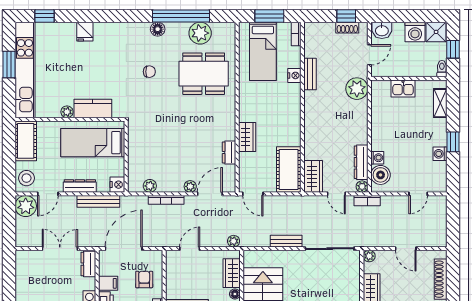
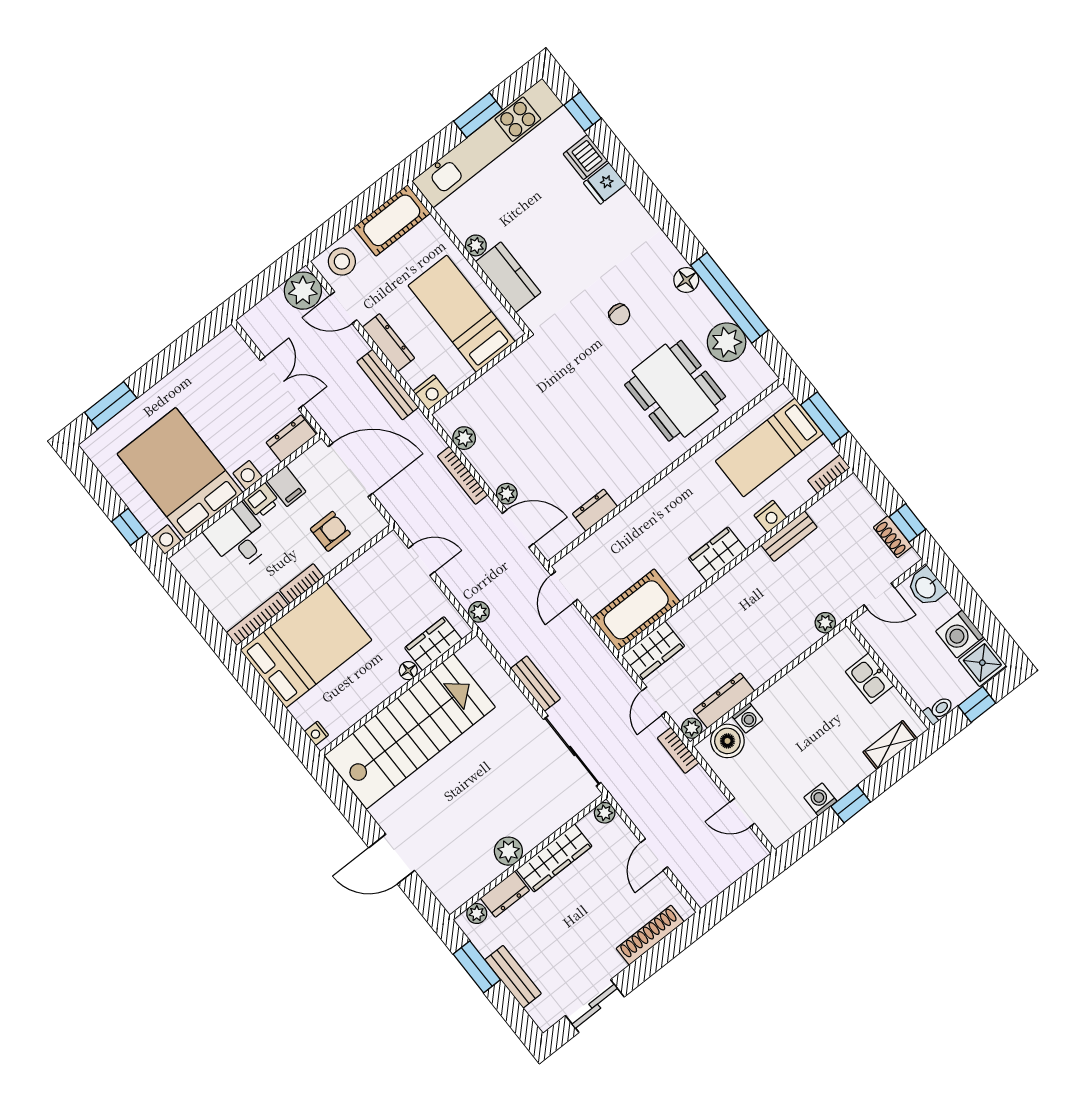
dishwasher: (66, 31) -> (585, 157), added
plant: (357, 89) -> (825, 623), width x0.53, depth x0.53
wardrobe: (247, 137) -> (717, 554), moved, turned 180

